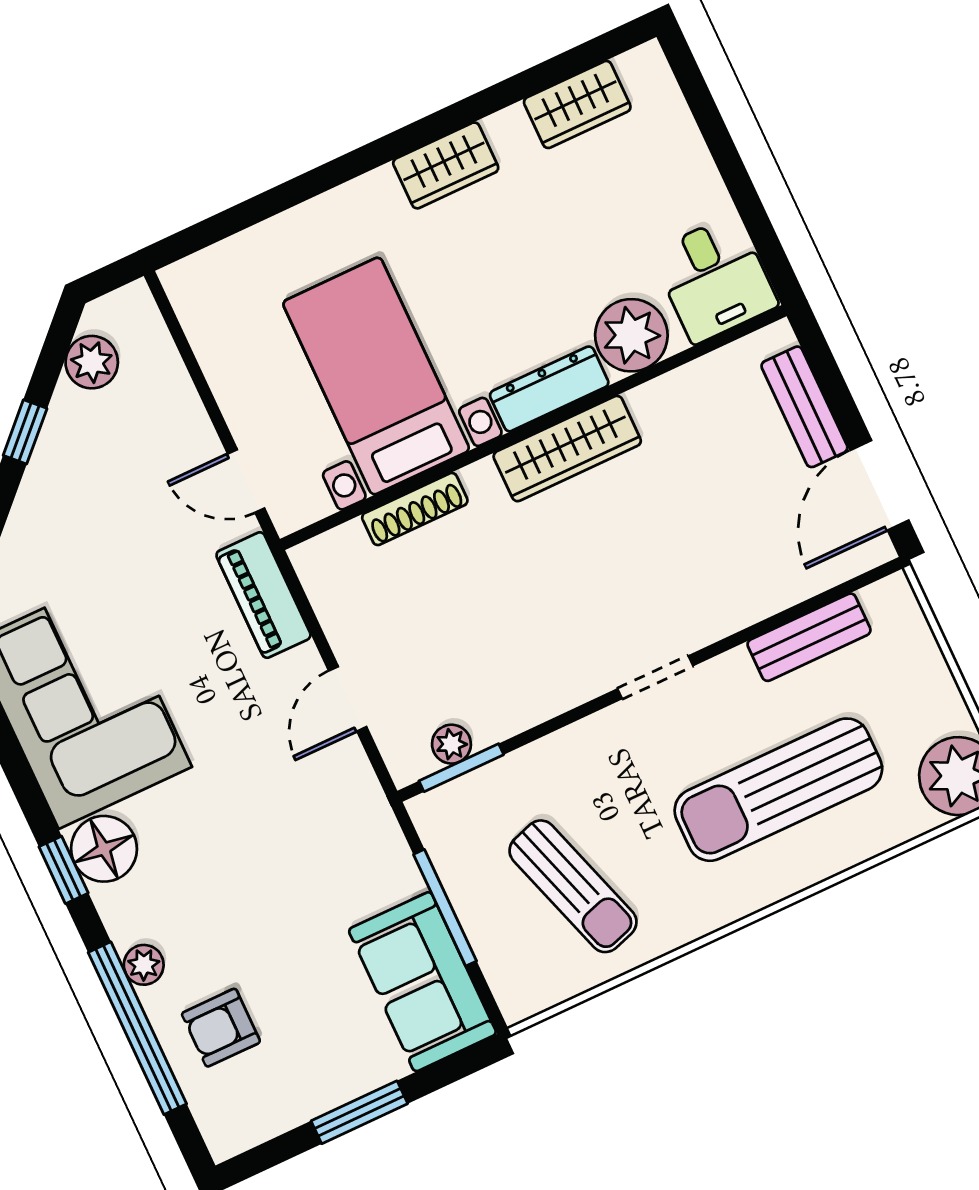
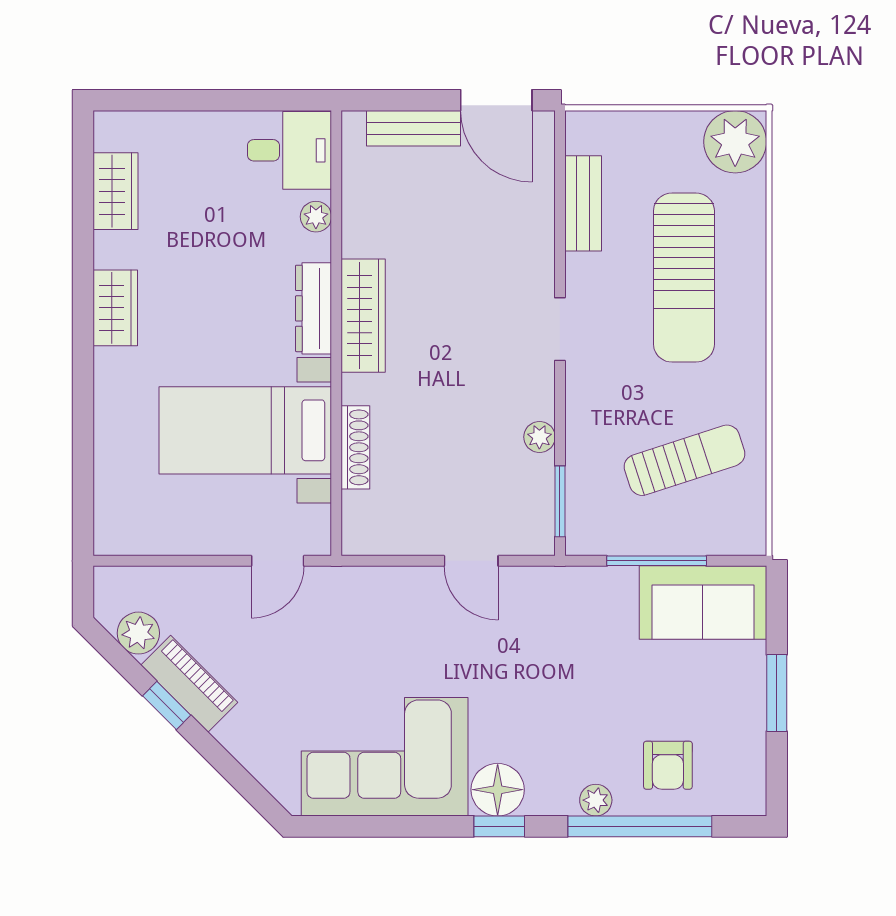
plant: (631, 335) -> (316, 217), width x0.53, depth x0.53
piano: (263, 595) -> (189, 684), moved, turned -135
plant: (451, 744) -> (539, 437), moved

